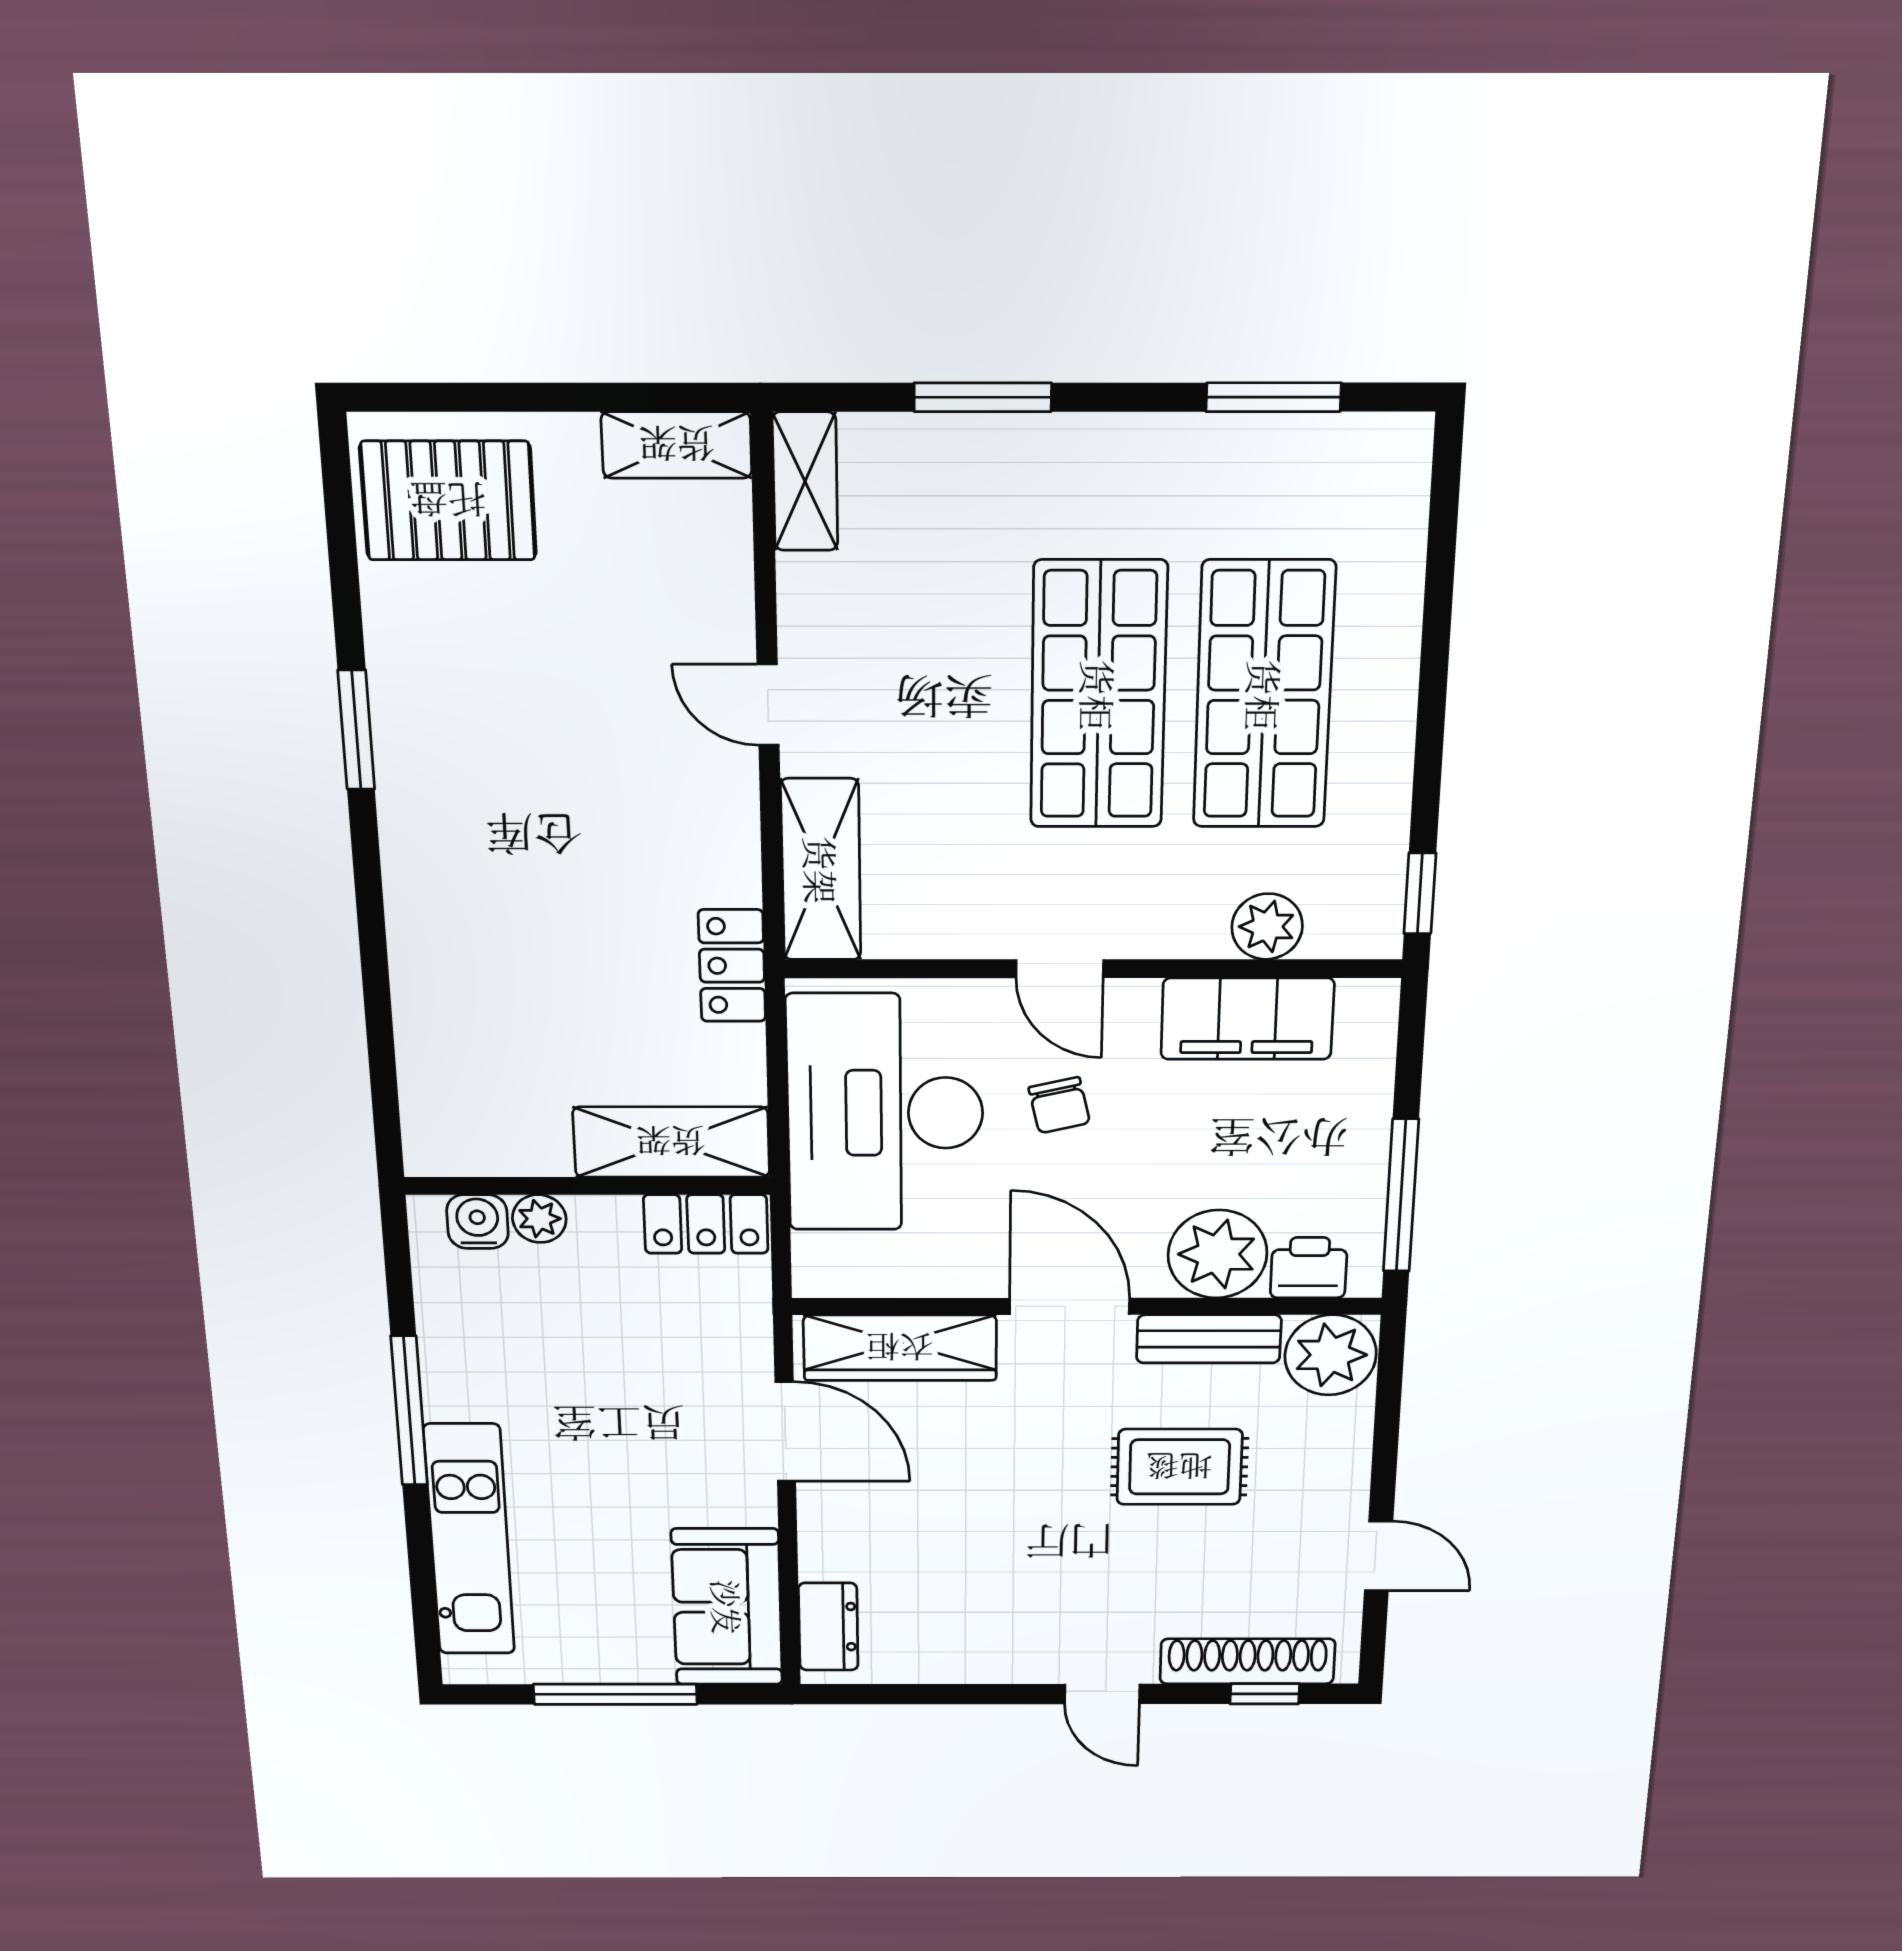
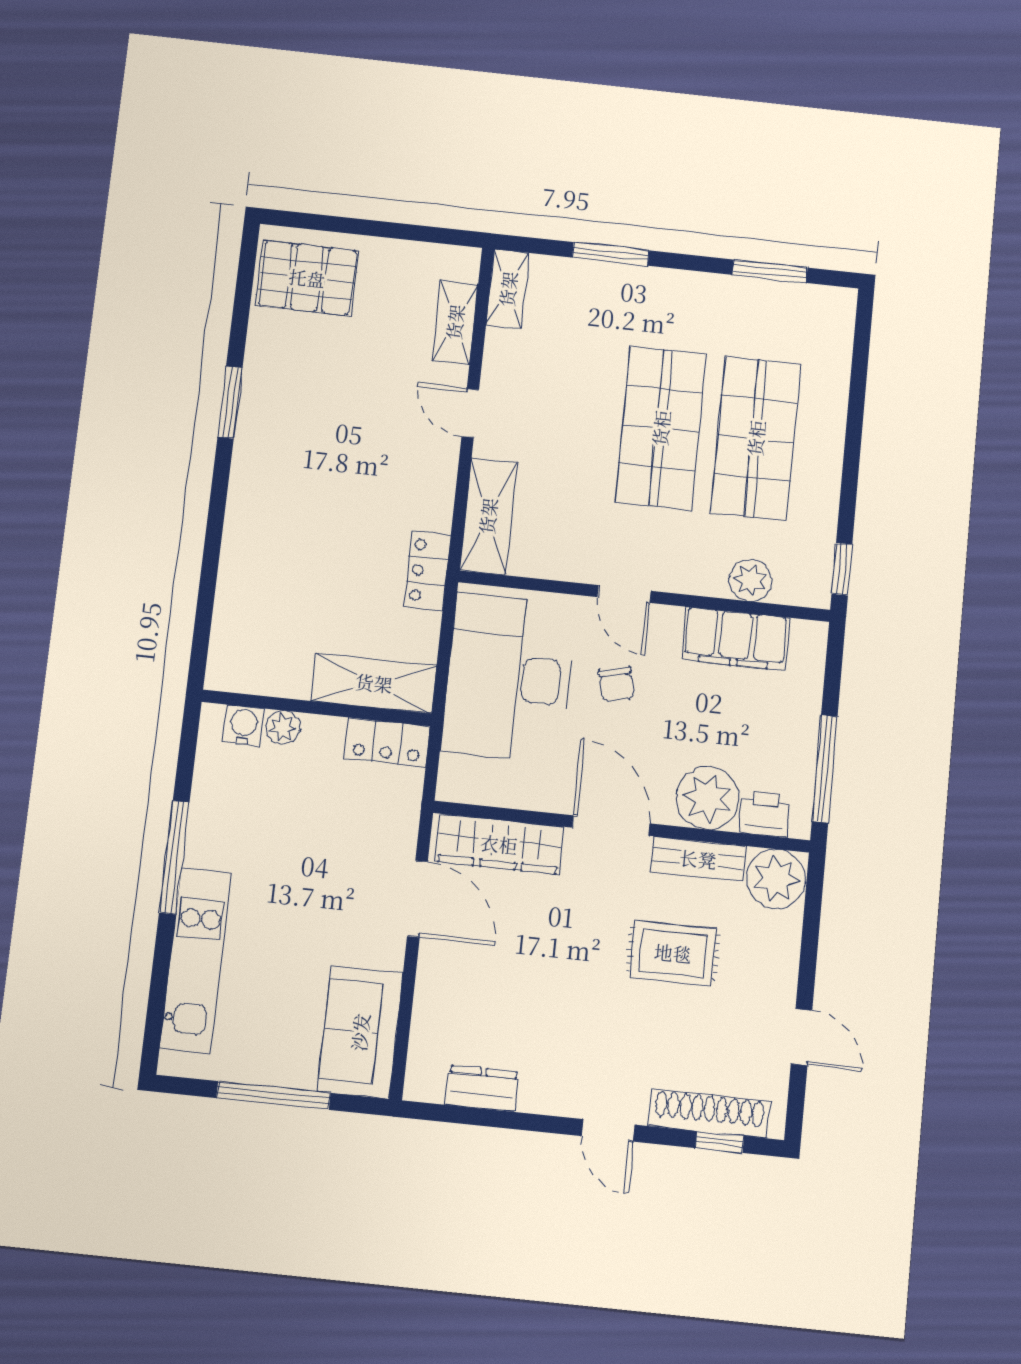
shelving: (677, 445) -> (455, 322), moved, turned 90
dresser: (828, 1627) -> (482, 1088), moved, turned -90

